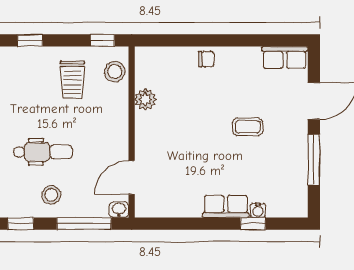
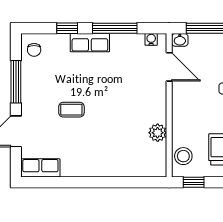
chair: (206, 59) -> (34, 50), moved, turned -89
door: (132, 178) -> (169, 67), hinge flipped
water cooler: (258, 210) -> (151, 39), moved
window: (196, 224) -> (115, 28), added

